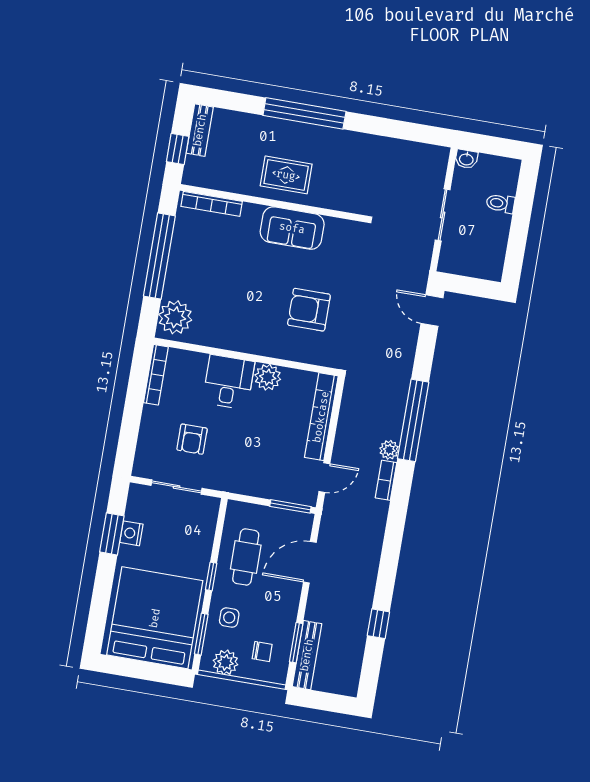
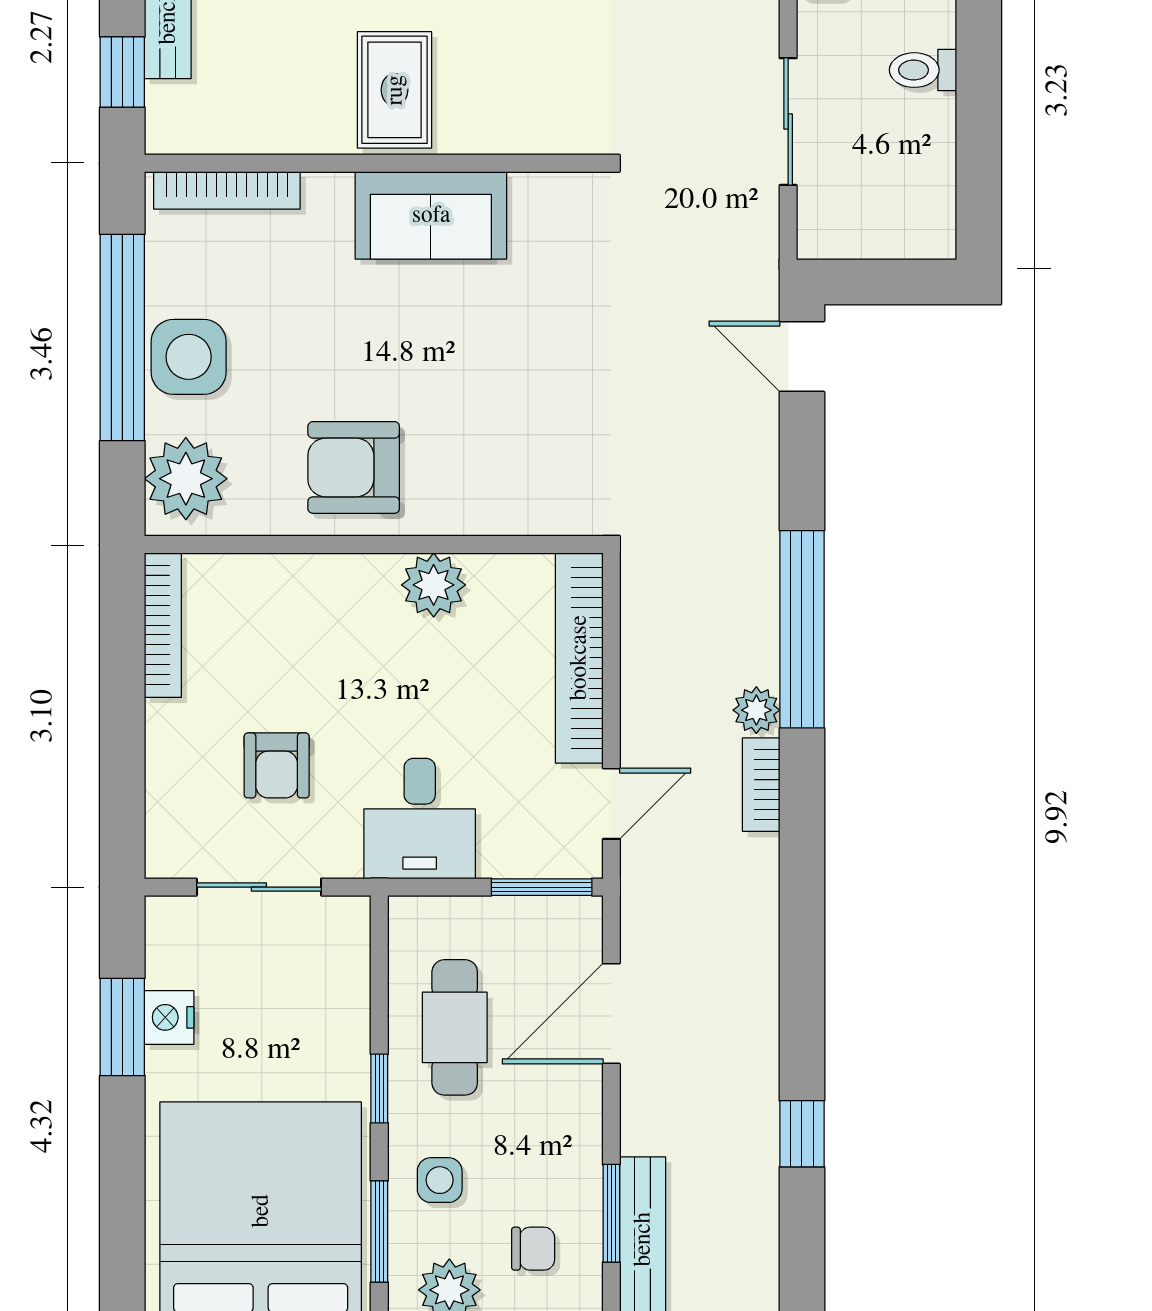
rug: (286, 175) -> (395, 90), turned 90
side table: (185, 268) -> (189, 357), added
armchair: (309, 310) -> (354, 467), moved
desk: (229, 382) -> (420, 819), moved, turned 180

